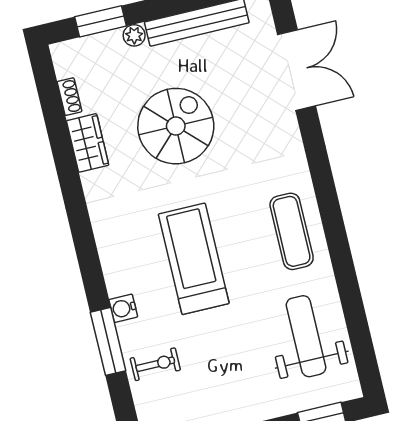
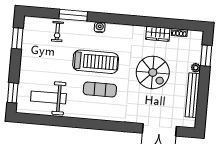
exercise mat: (292, 231) -> (100, 90), moved
water cooler: (123, 308) -> (100, 27), moved
weight bench: (306, 336) -> (48, 97), turned 180

